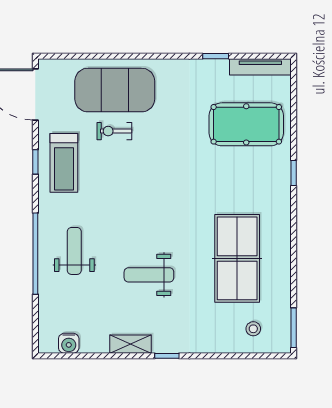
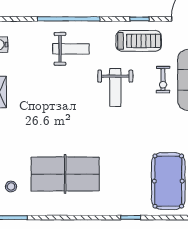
exercise bike: (114, 131) -> (163, 80), turned 180
treadmill: (64, 163) -> (139, 41), turned 180
weight bench: (149, 275) -> (115, 88), moved, turned 180

